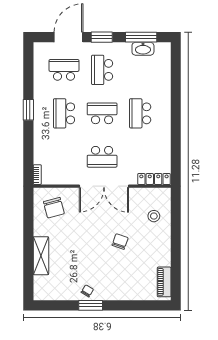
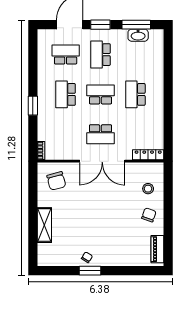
window: (28, 110) -> (33, 106), moved
chair: (120, 242) -> (149, 215), moved

